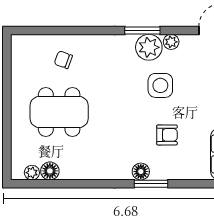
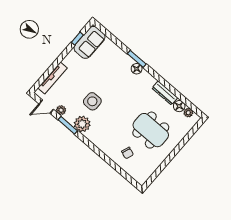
window: (142, 30) -> (68, 125), moved
plant: (171, 42) -> (61, 110), moved
armchair: (167, 135) -> (109, 75), removed
dresser: (81, 172) -> (165, 93), added

